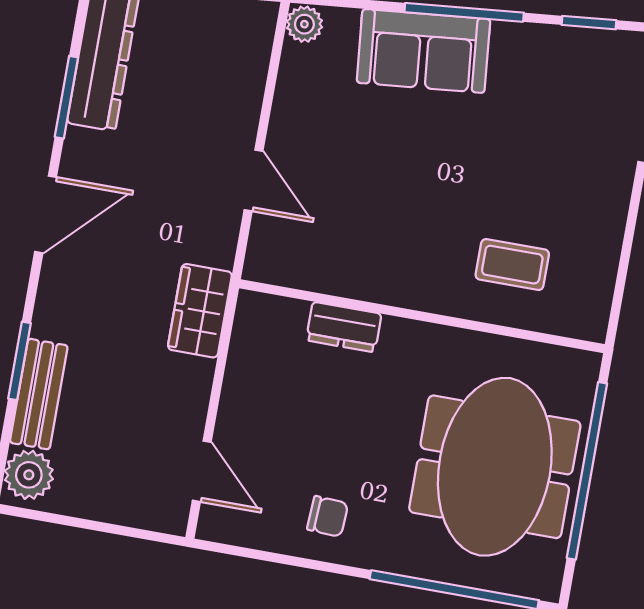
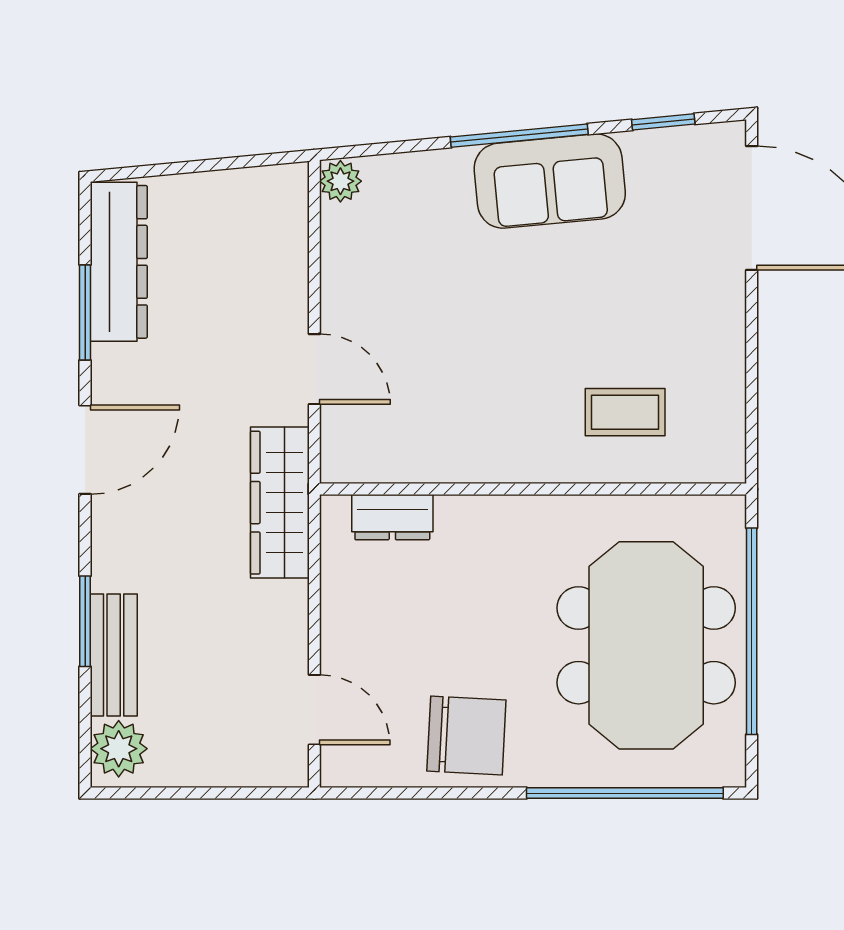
sofa: (423, 51) -> (550, 181), moved
wardrobe: (200, 311) -> (280, 503), width x1.50
dresser: (344, 327) -> (392, 517), moved
chair: (328, 516) -> (466, 736), width x1.87, depth x1.87

